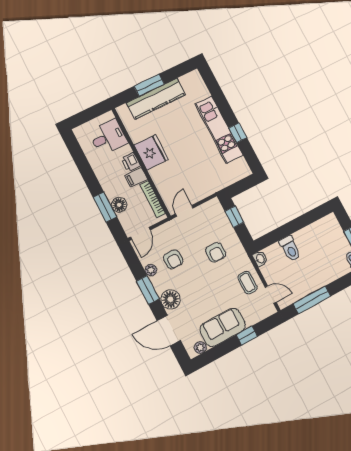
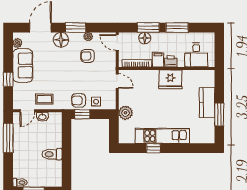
window: (149, 85) -> (219, 114), moved
kitchen counter: (156, 99) -> (207, 103), width x0.67
window: (88, 174) -> (177, 28), added
plant: (215, 183) -> (126, 113), added
window: (234, 217) -> (82, 114), moved
side table: (220, 223) -> (96, 102), added
toilet: (290, 249) -> (52, 154), moved
armchair: (216, 252) -> (79, 100), moved
washbasin: (260, 259) -> (42, 117), moved

